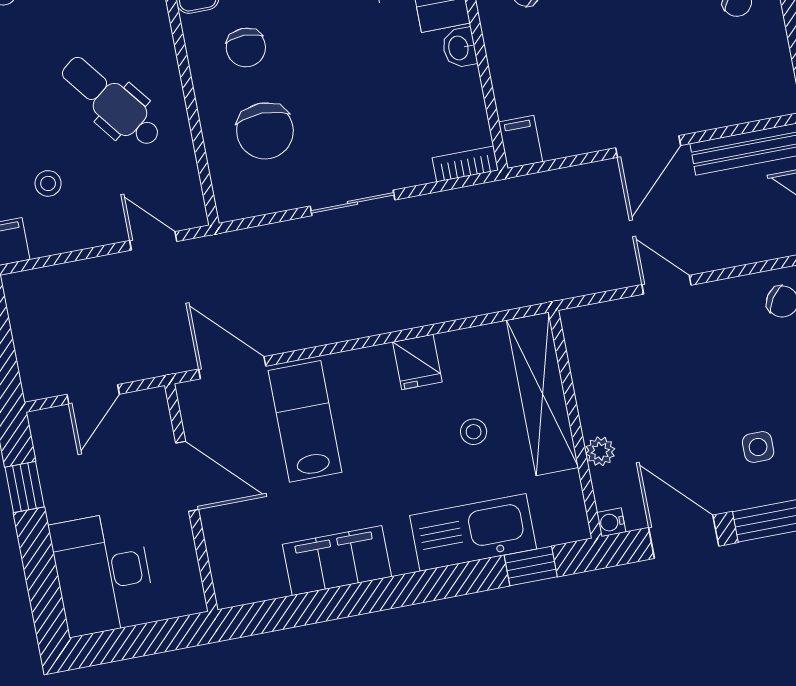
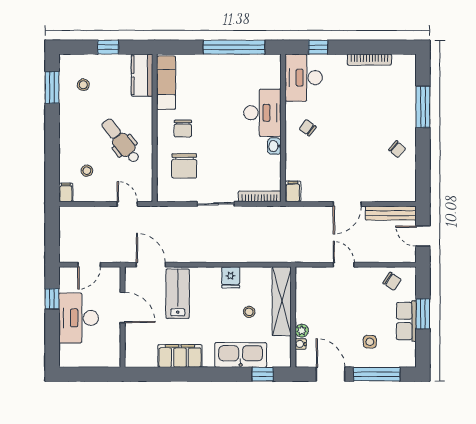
bookcase: (465, 164) -> (260, 196), width x1.56
water cooler: (611, 522) -> (301, 344), moved
desk: (103, 573) -> (79, 318), moved

